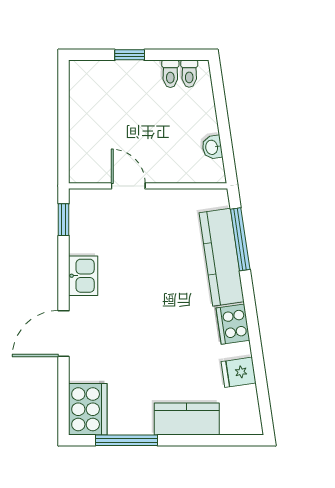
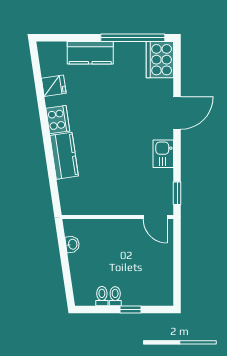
toilet: (189, 74) -> (115, 296), moved
door: (128, 186) -> (155, 217), moved
window: (240, 239) -> (53, 179), removed
kitchen counter: (222, 257) -> (64, 156), width x0.67
window: (126, 440) -> (133, 38), width x1.46

